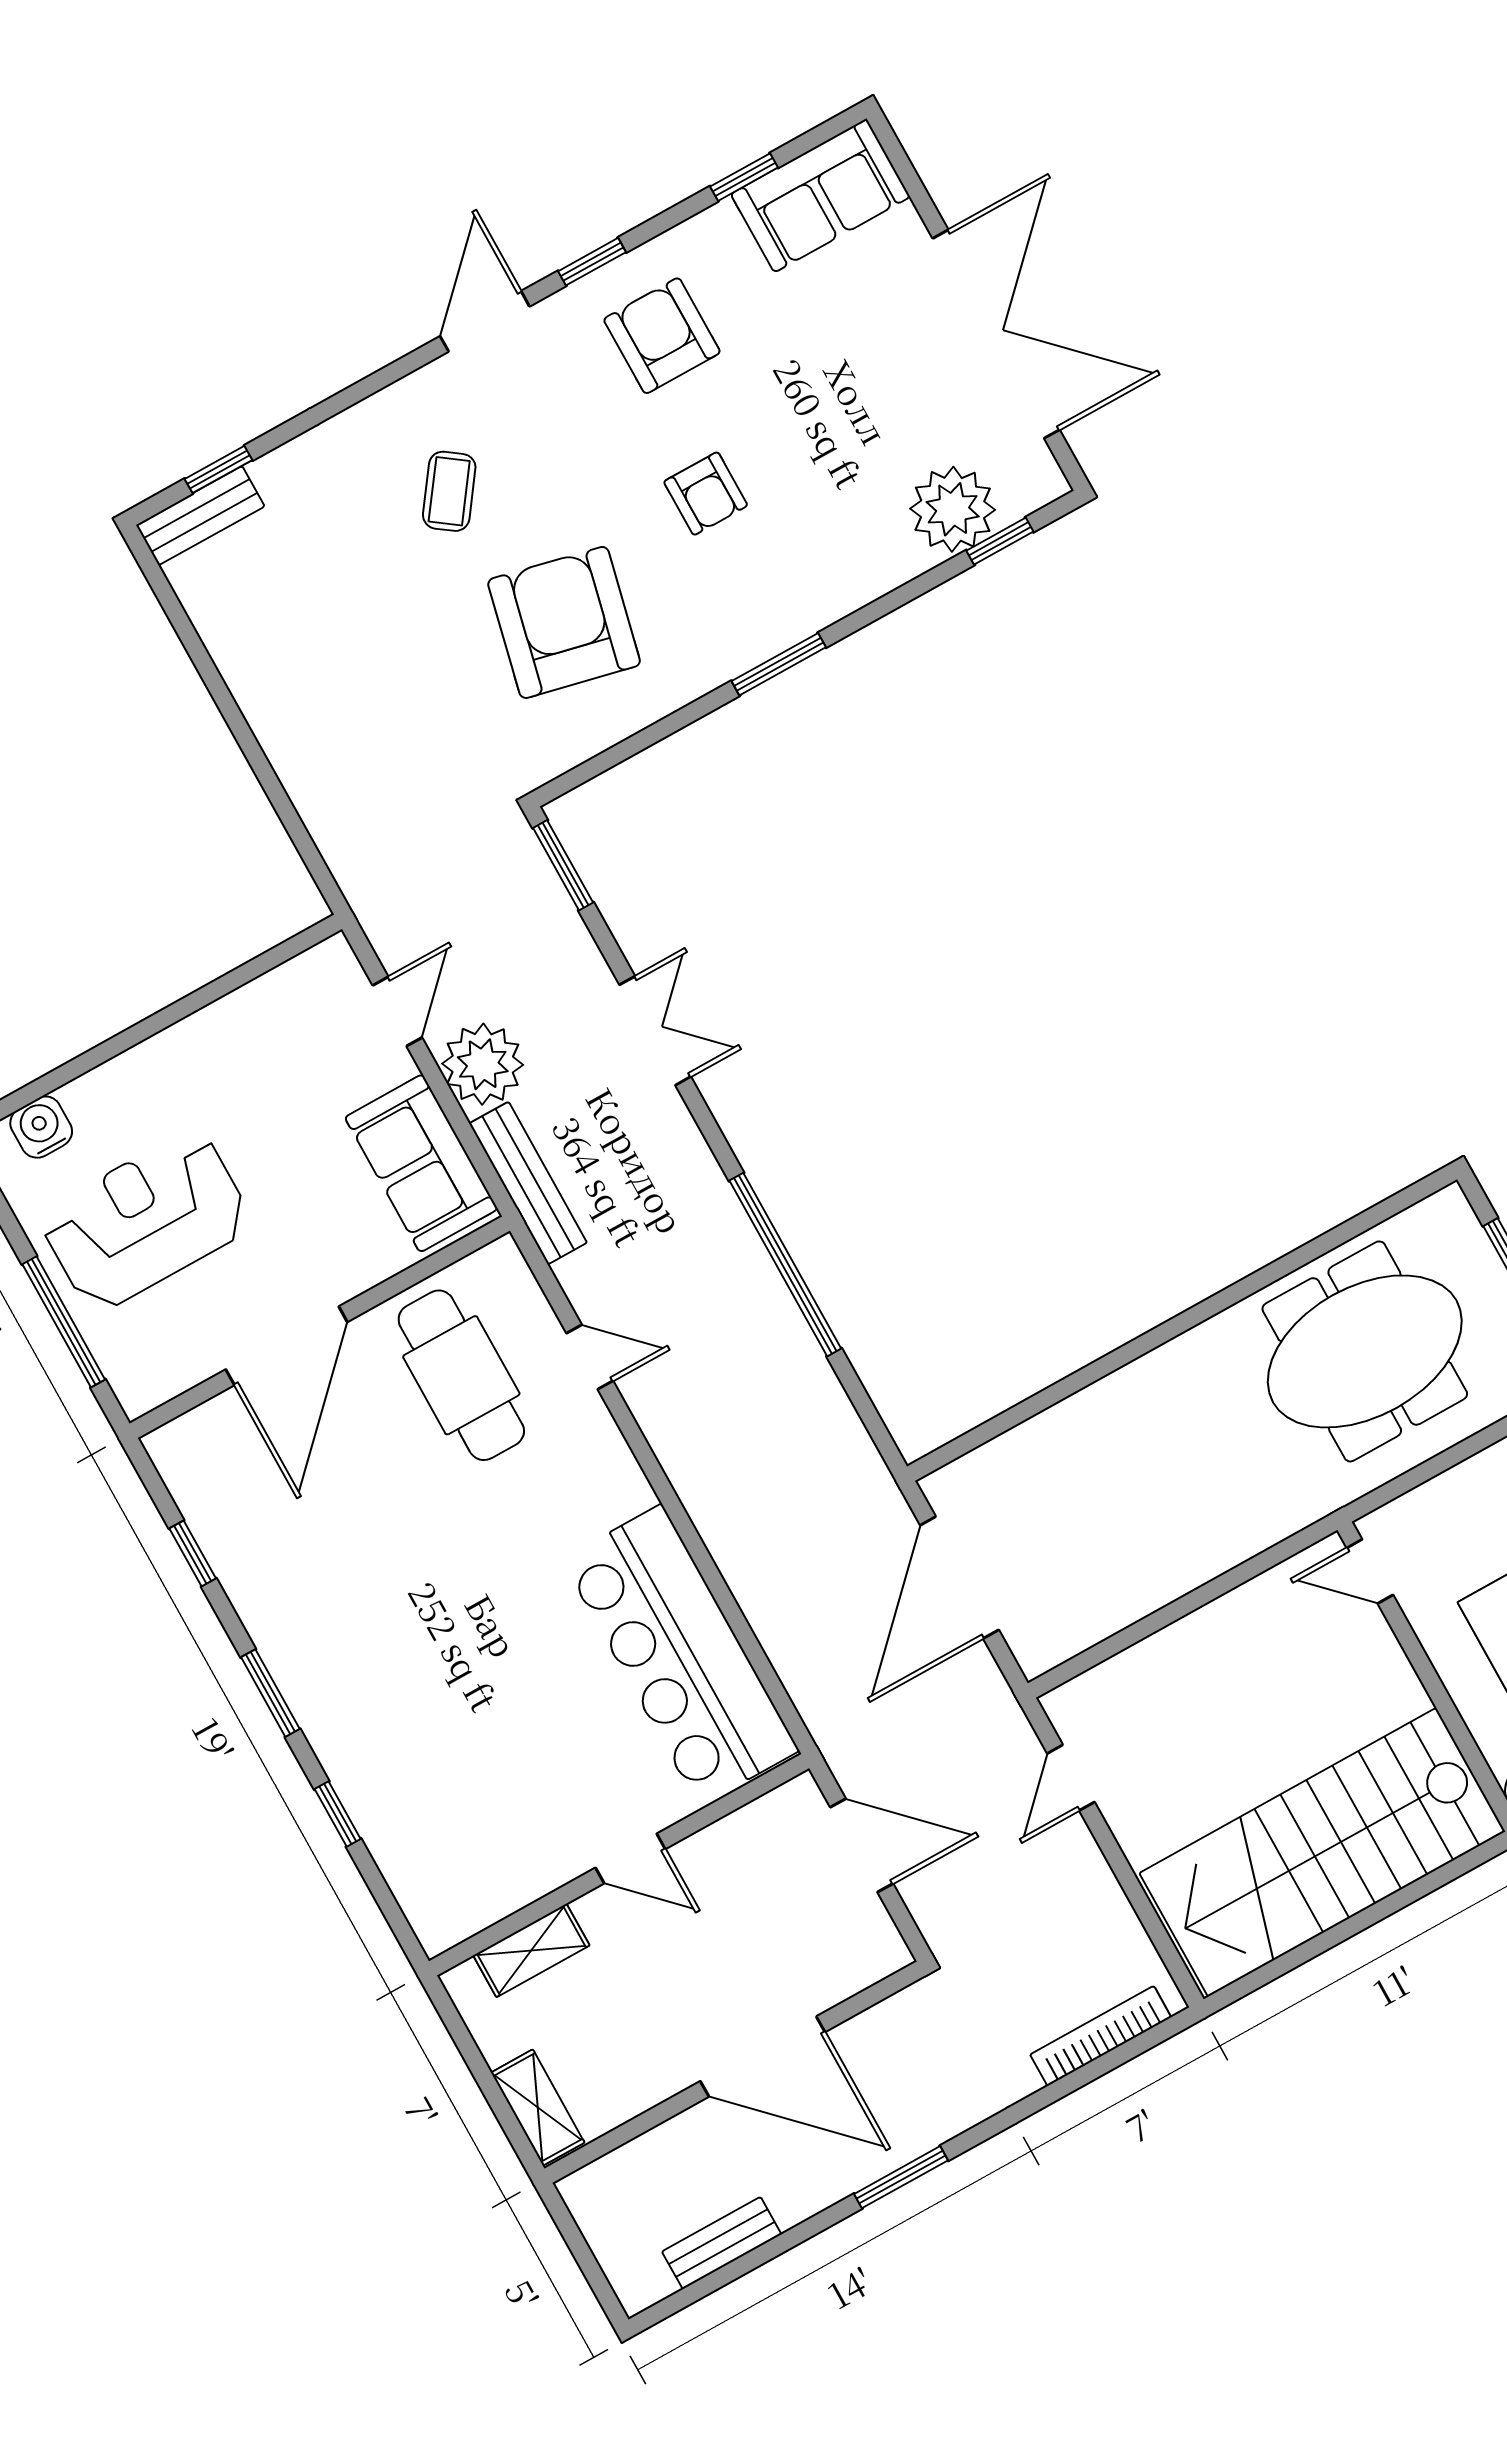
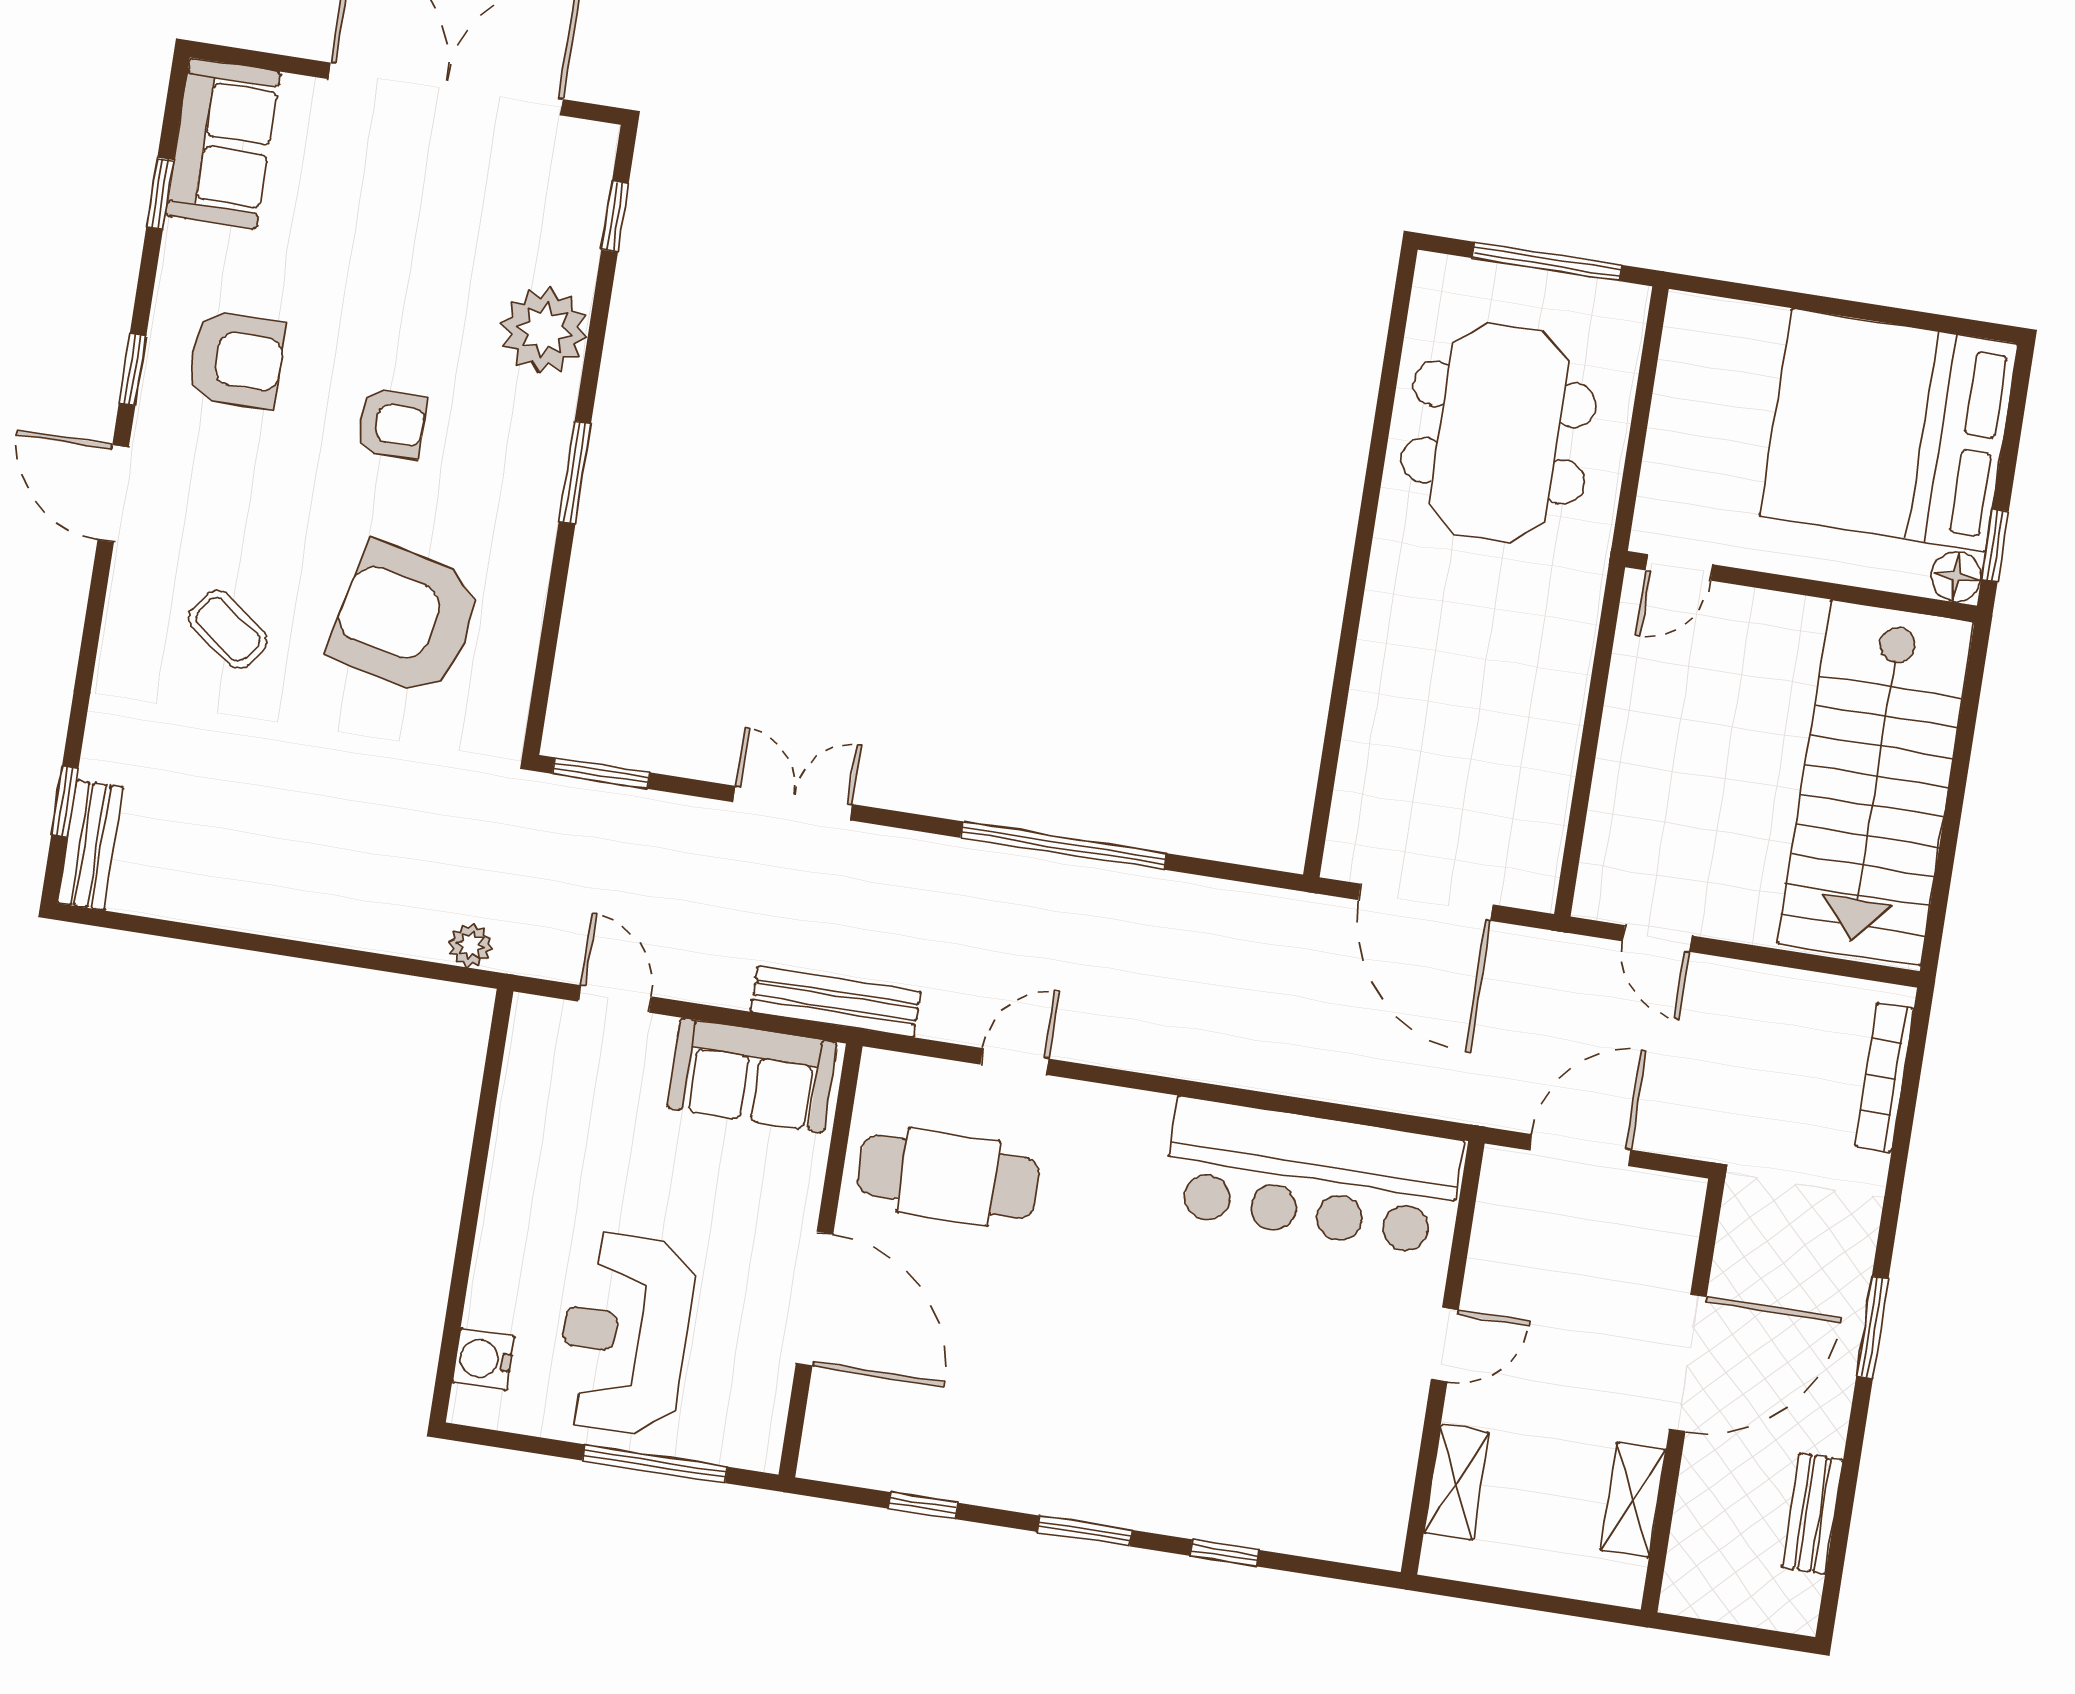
armchair: (662, 336) -> (236, 360), turned 180
plant: (953, 509) -> (545, 330), moved
plant: (483, 1064) -> (470, 945), moved, width x0.53, depth x0.53
shelving: (538, 2108) -> (1633, 1500), moved, turned 90

